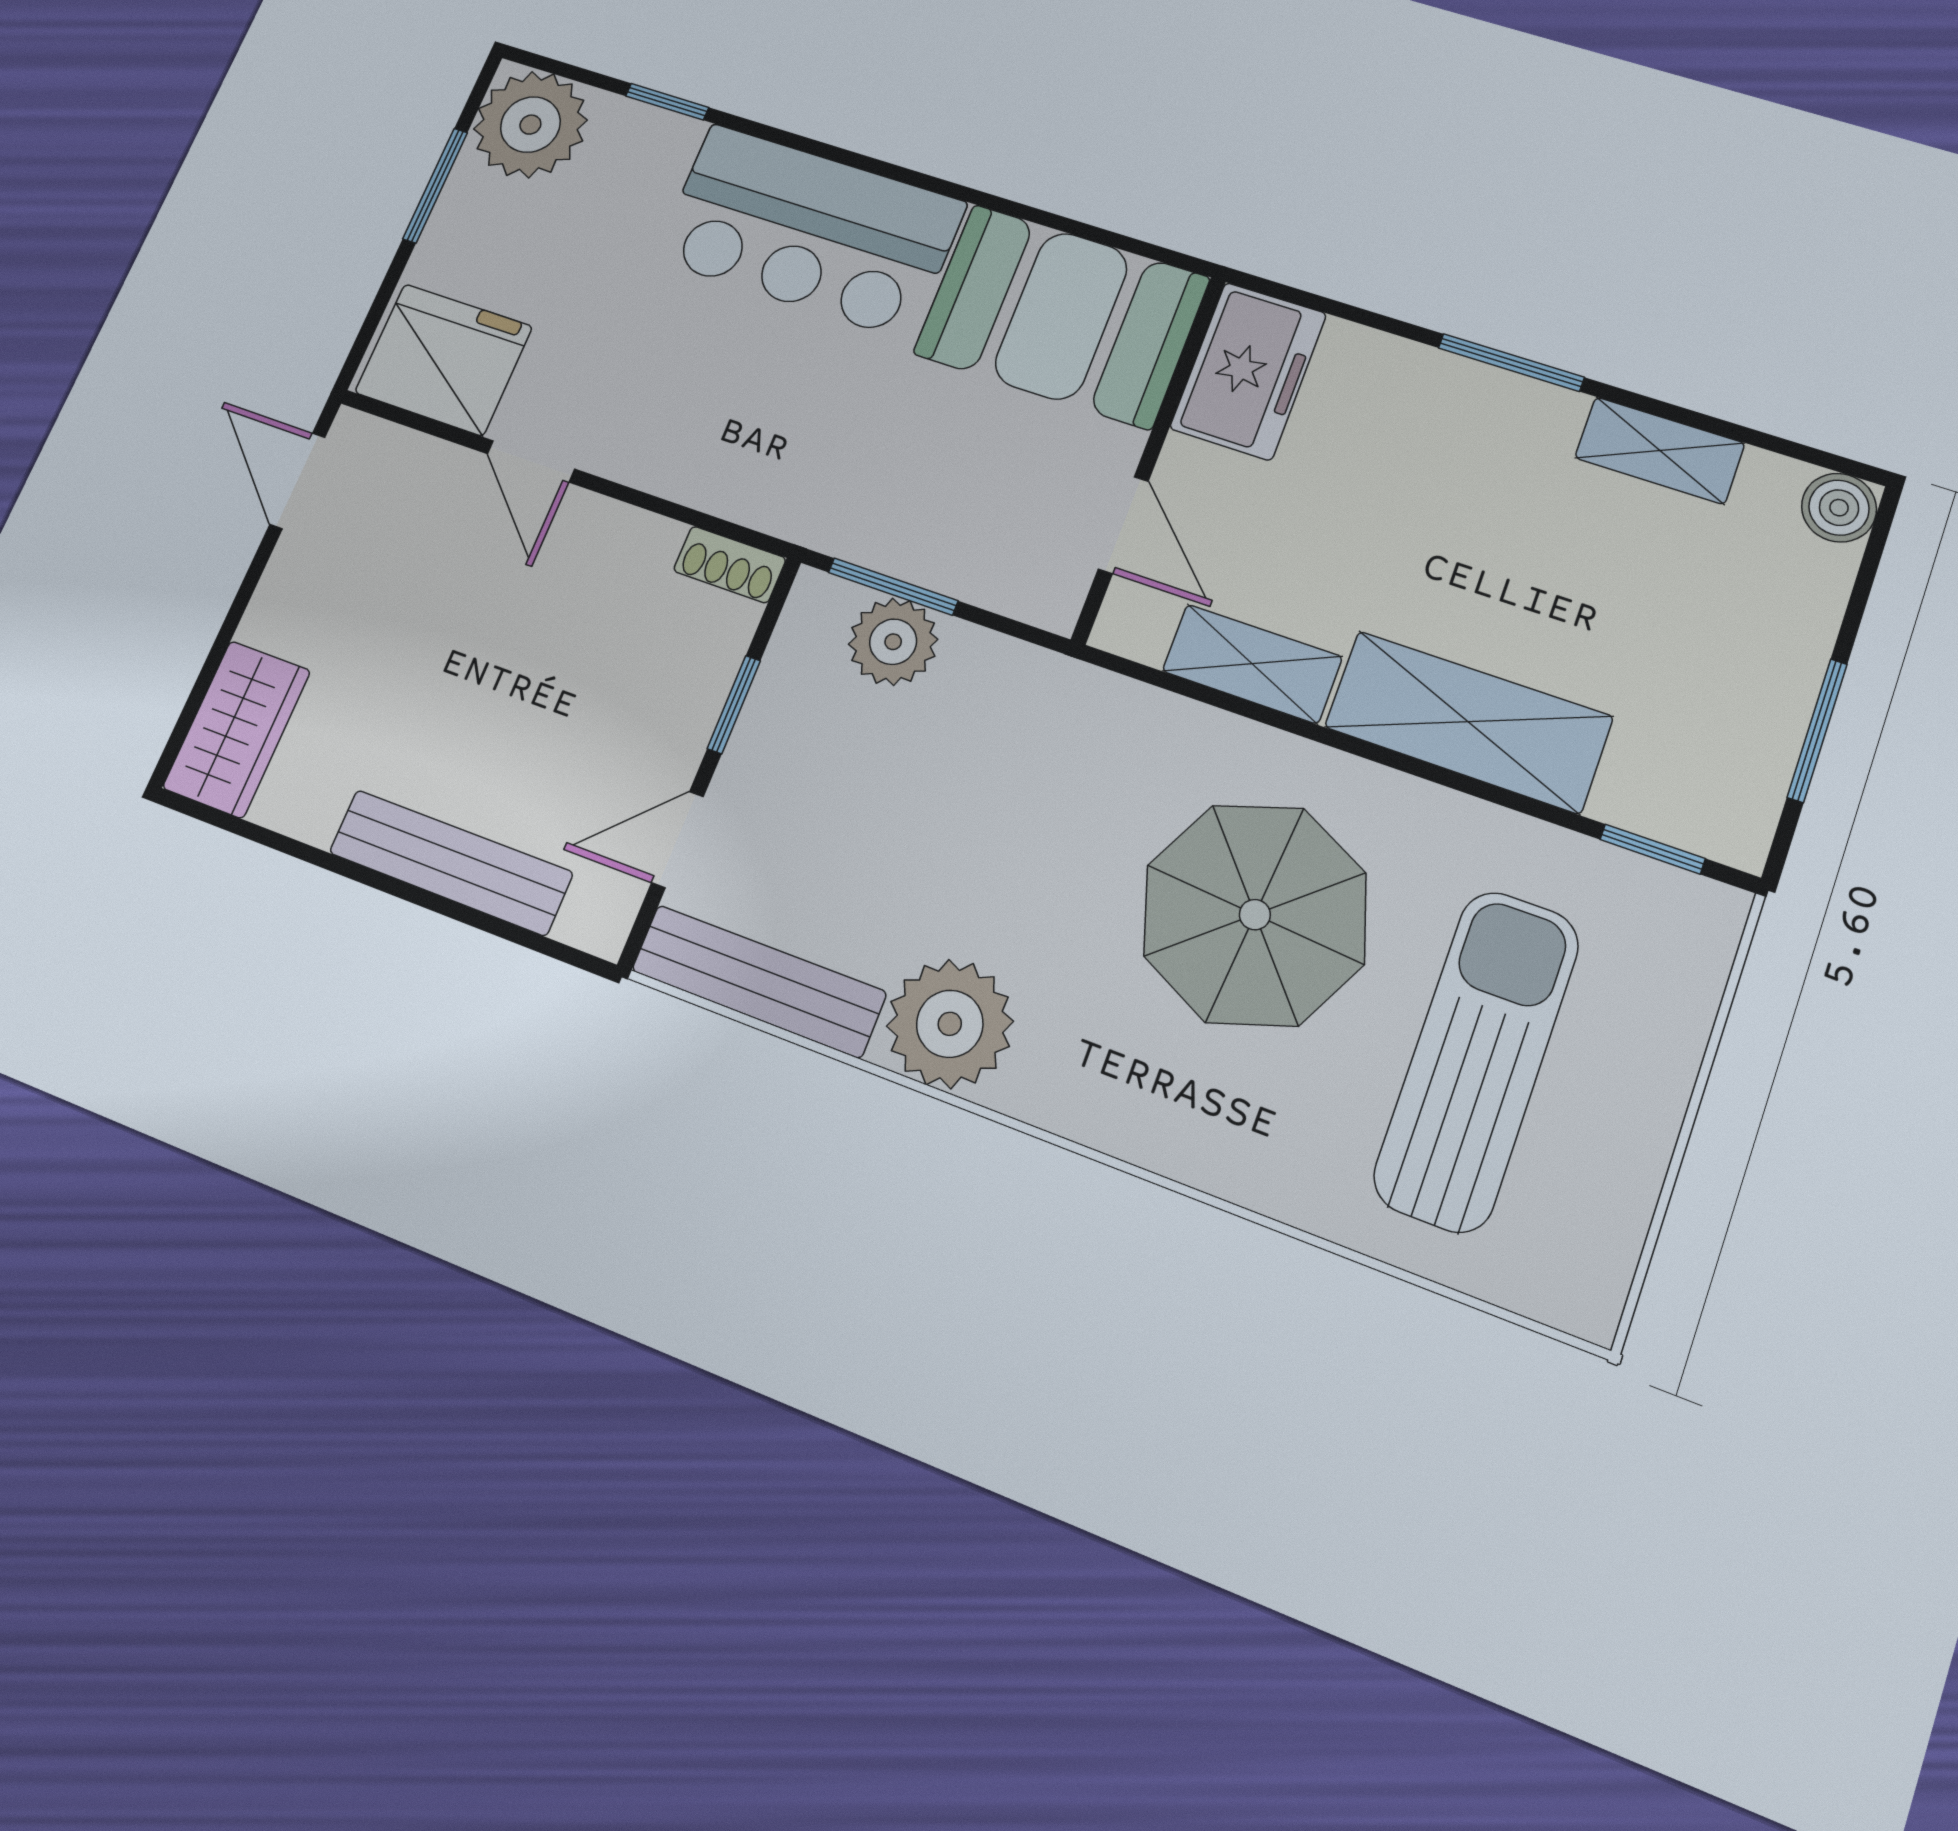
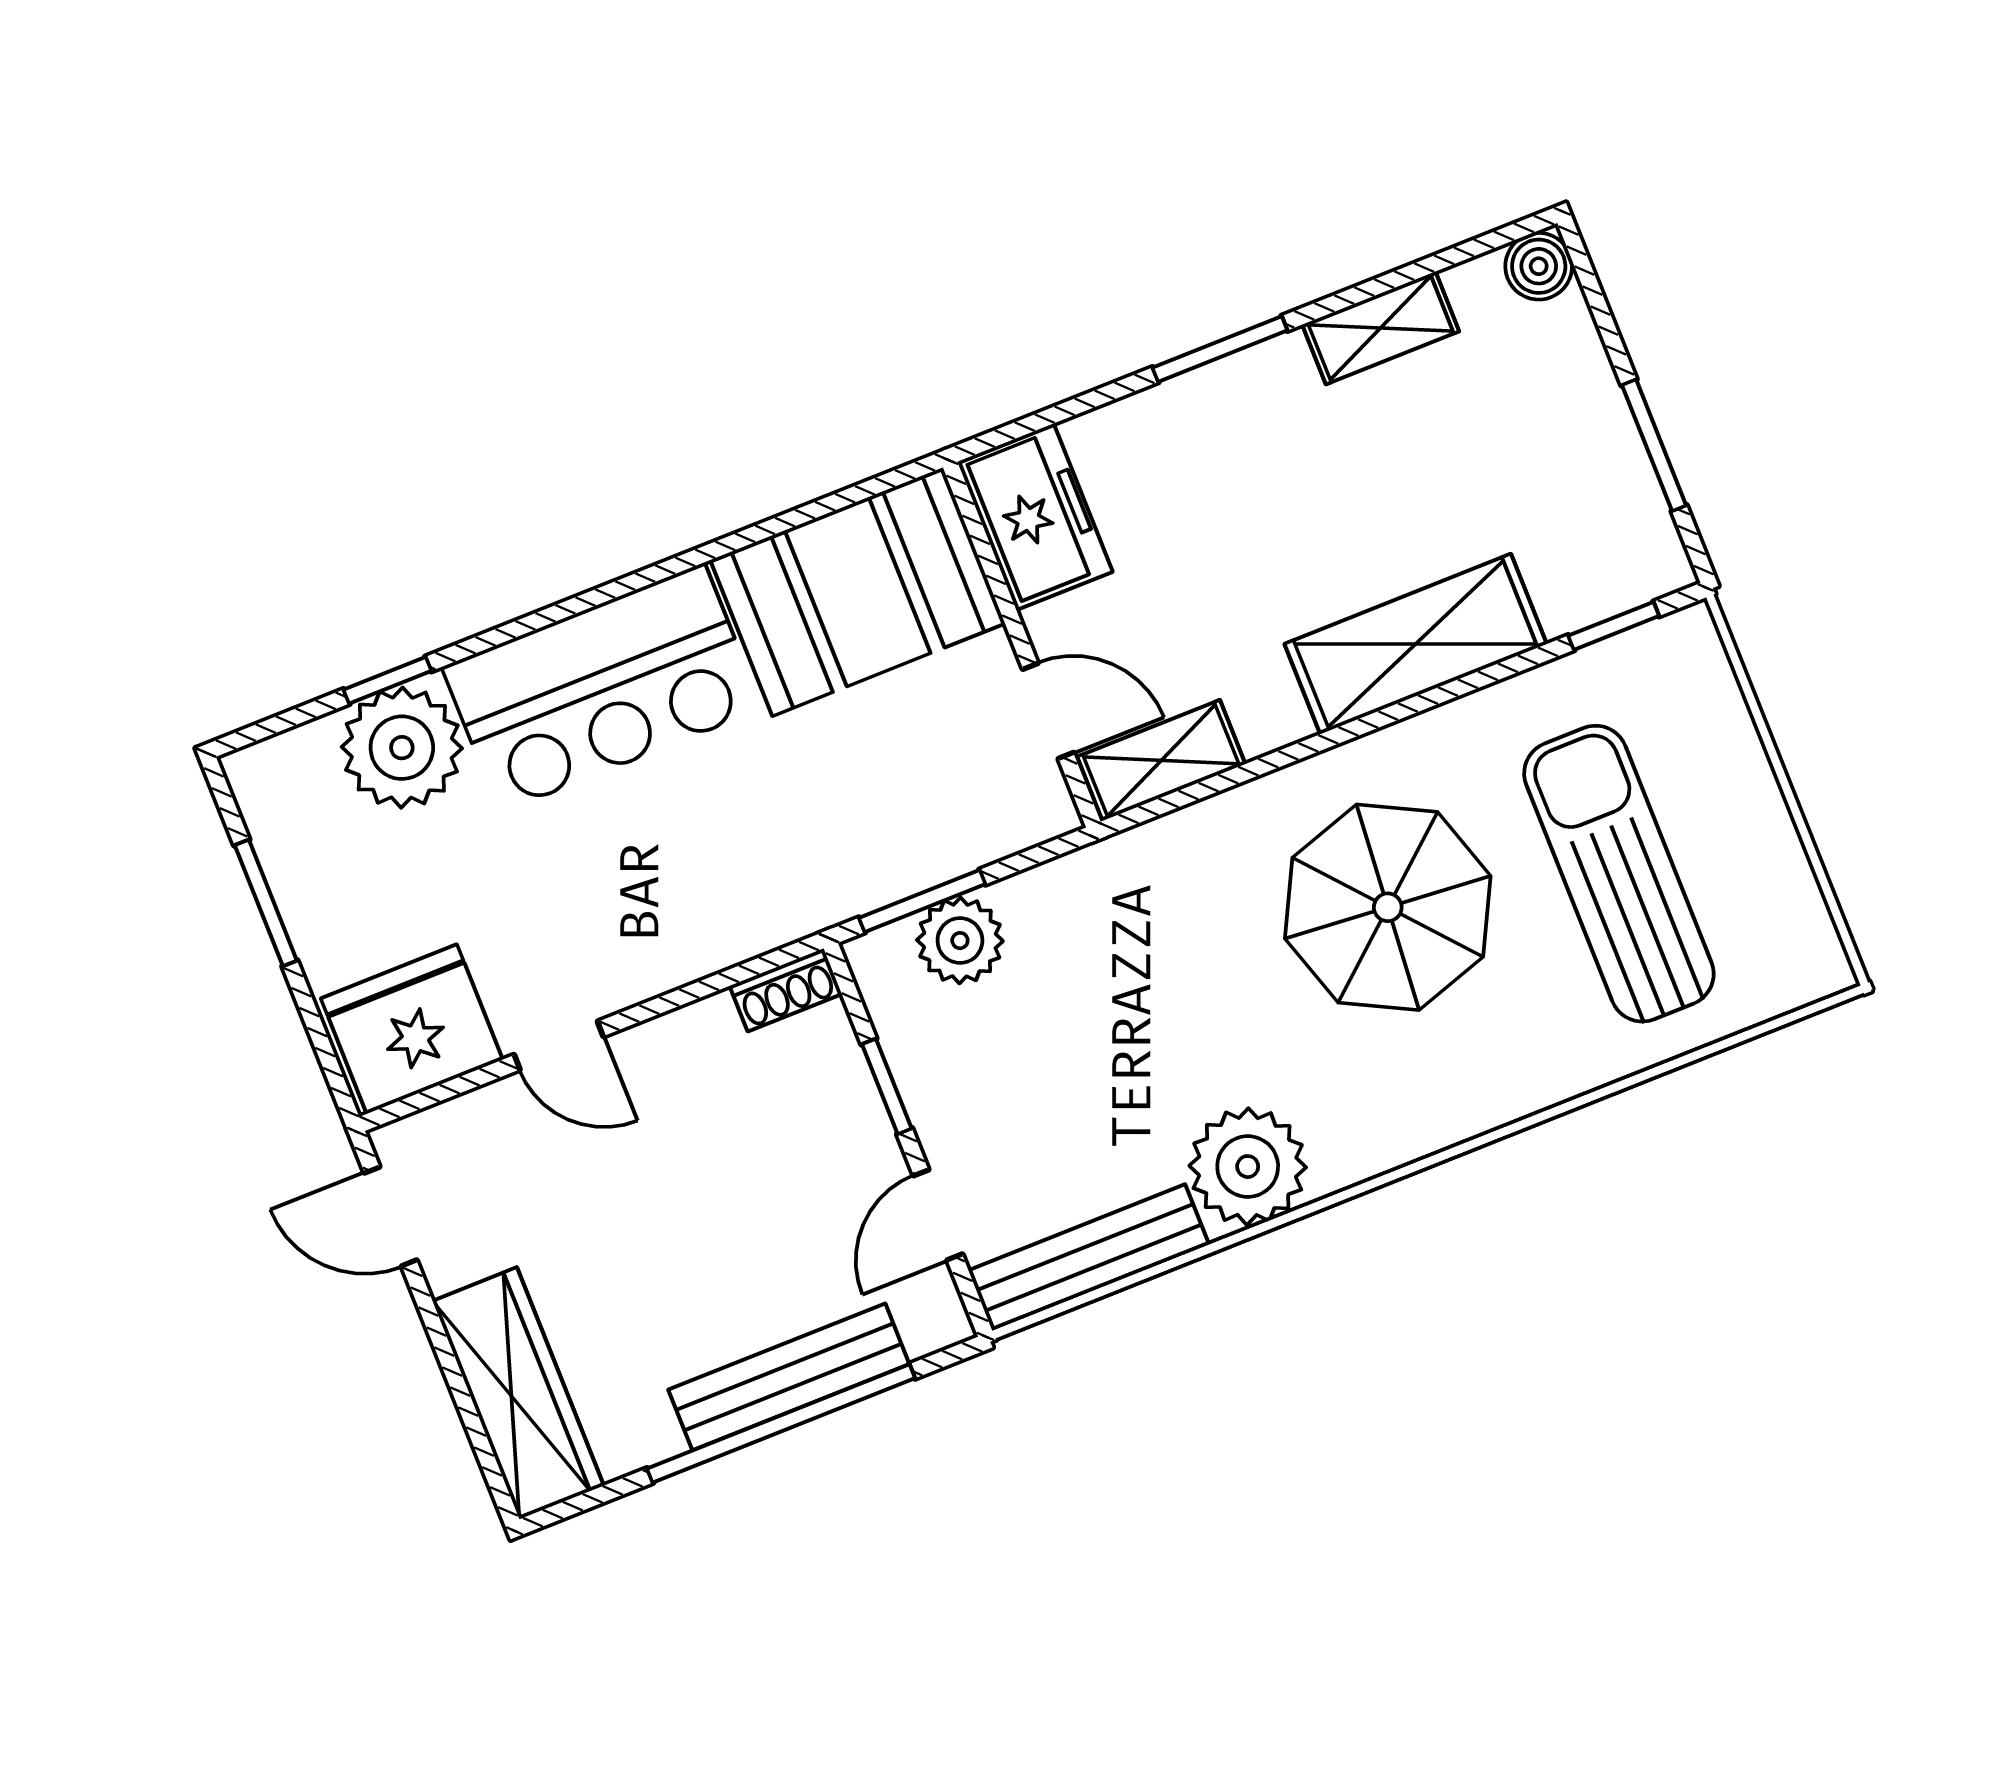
plant: (530, 125) -> (402, 748), moved
shelving: (1252, 664) -> (1161, 760), moved
wardrobe: (237, 729) -> (518, 1393), width x1.50
window: (411, 893) -> (781, 1423), added

